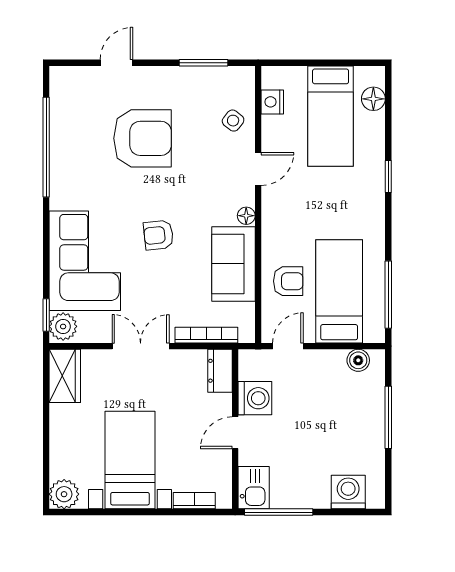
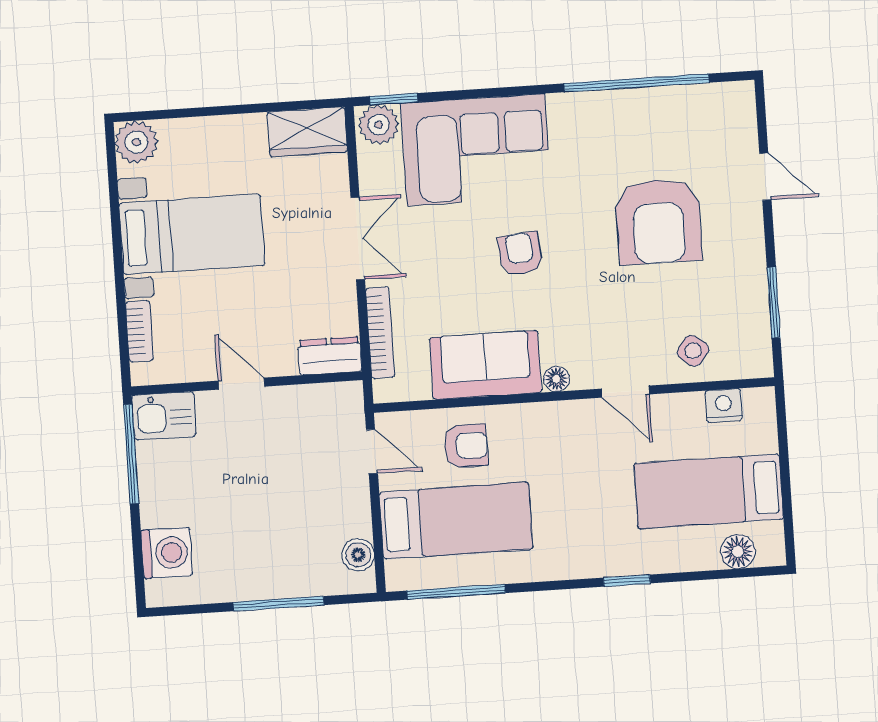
armchair: (288, 281) -> (466, 446), turned -90
washing machine: (255, 398) -> (293, 409), removed

